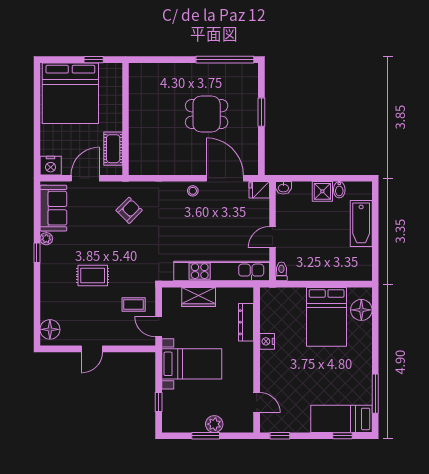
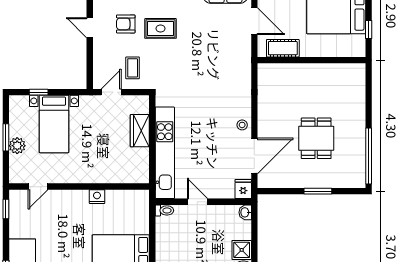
armchair: (129, 210) -> (126, 24), moved, turned 135
rug: (93, 275) -> (161, 28), turned 90
dresser: (246, 322) -> (115, 176), removed
bed with nightstands: (192, 364) -> (54, 124), moved

